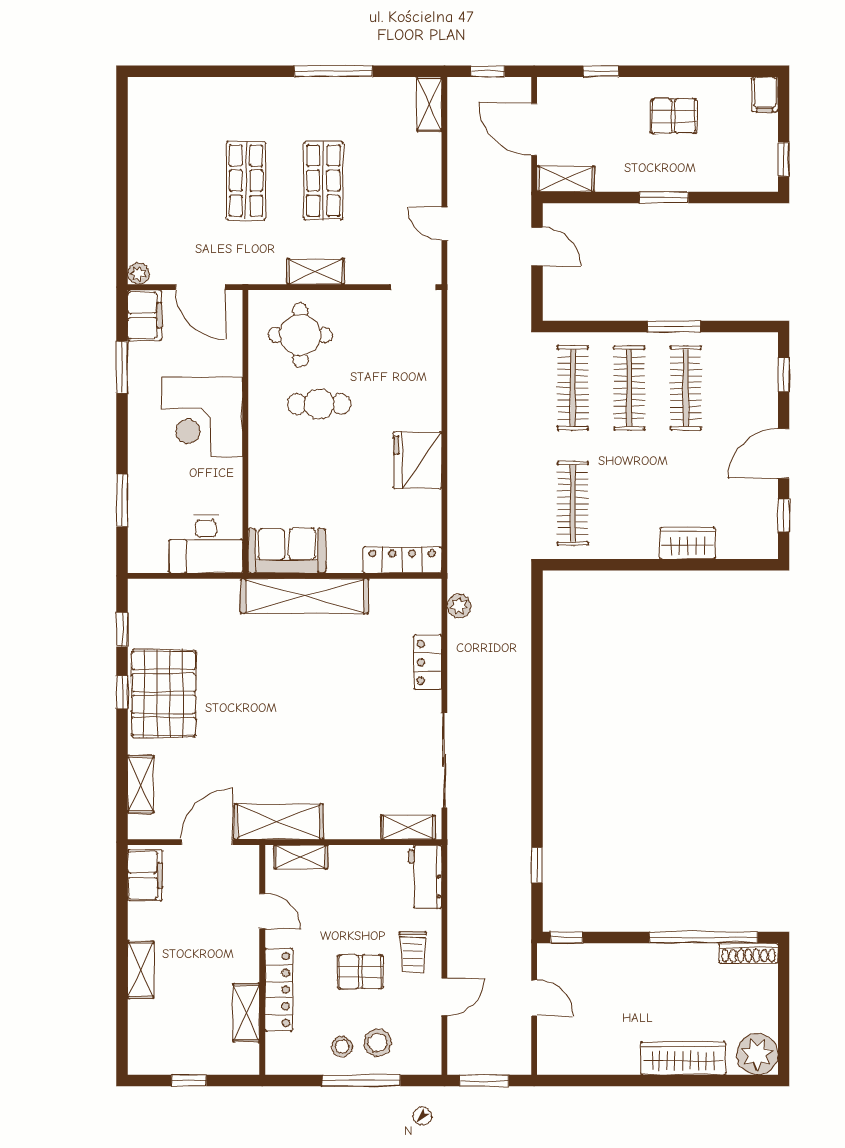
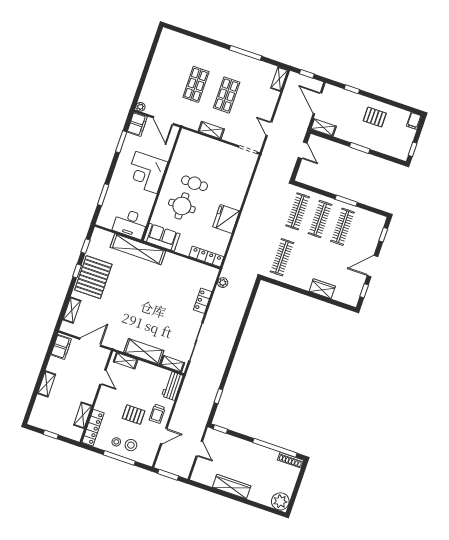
round table: (300, 335) -> (182, 206), moved
shelving: (304, 596) -> (138, 249), moved
shelving: (278, 822) -> (144, 351), moved
locker: (279, 990) -> (93, 428), moved
wardrobe: (683, 1058) -> (232, 487), moved

